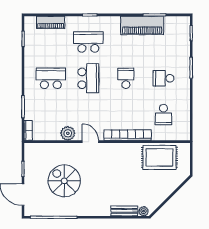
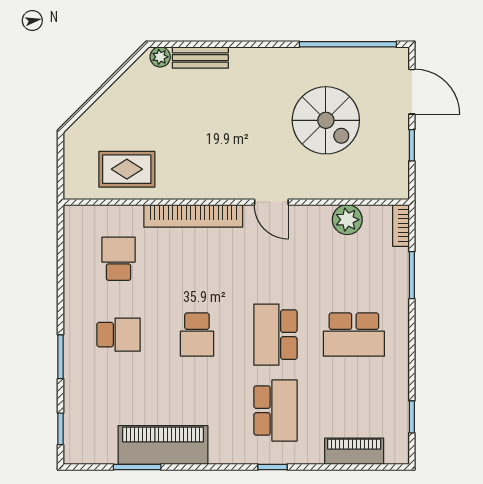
school desk: (88, 42) -> (275, 411), turned -90
plant: (68, 133) -> (347, 220), moved
rug: (159, 157) -> (127, 169), width x0.73, depth x0.70

